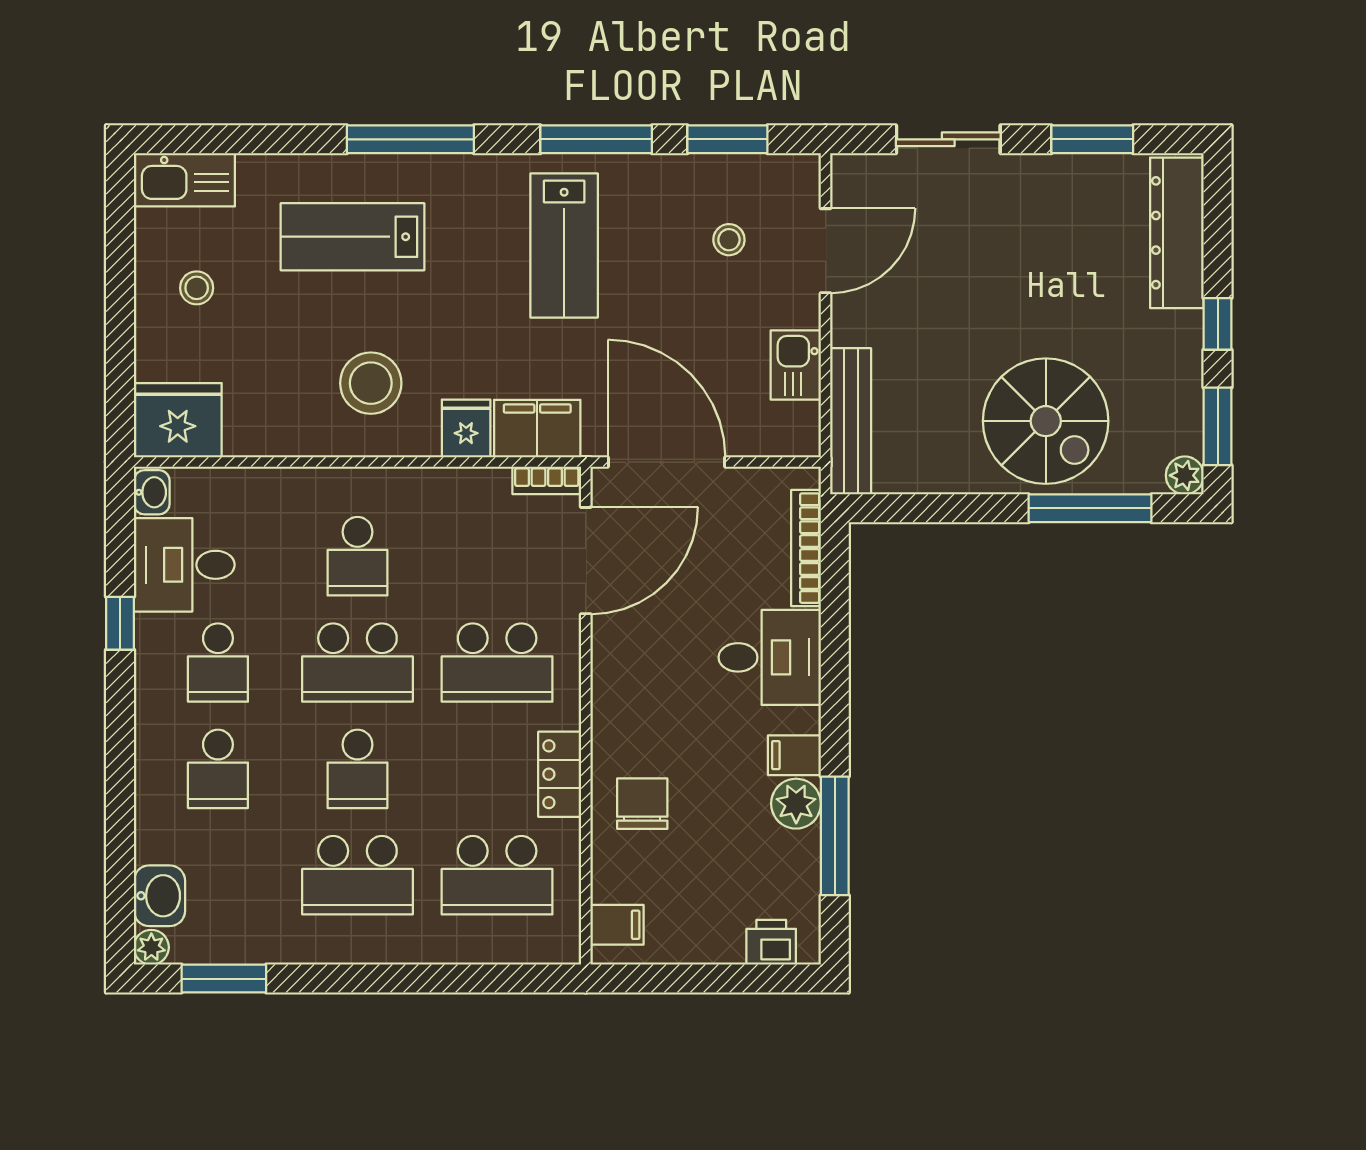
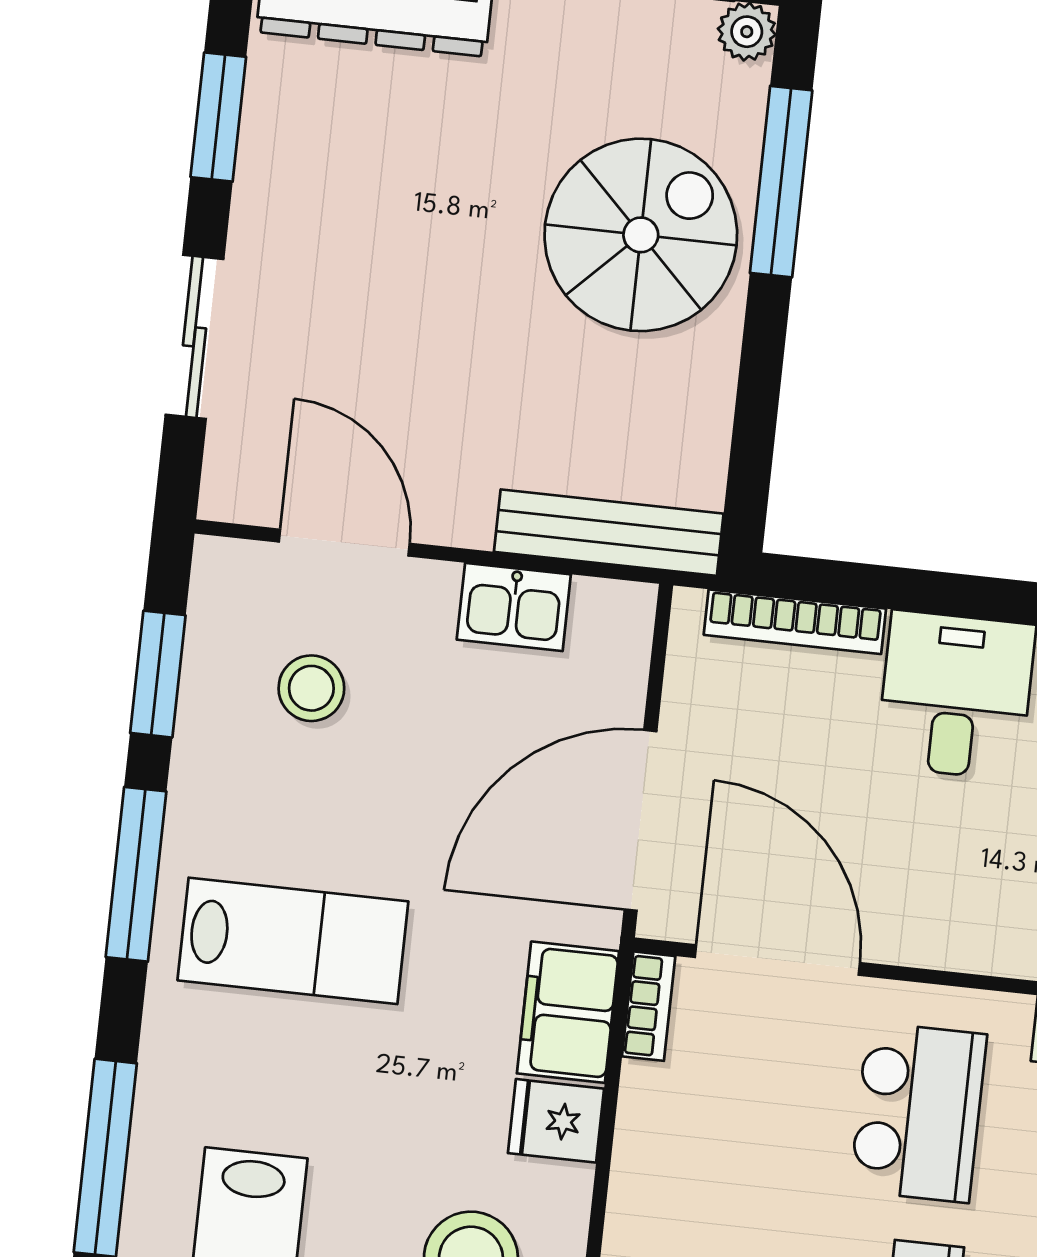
stool: (729, 240) -> (311, 688), width x1.37, depth x1.37

